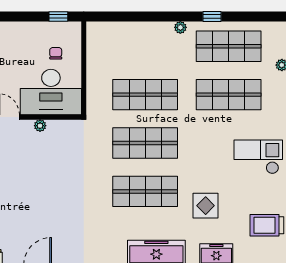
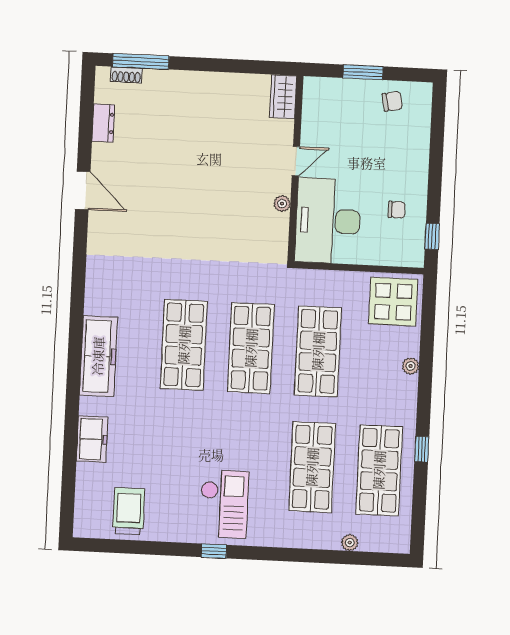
plant: (180, 27) -> (411, 366), moved
chair: (56, 53) -> (397, 210), moved
display table: (206, 206) -> (393, 302), moved, width x1.36, depth x1.36

